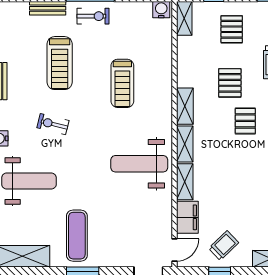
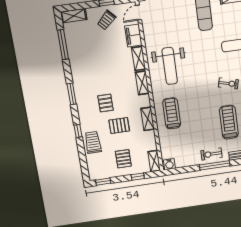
treadmill: (122, 83) -> (172, 113), moved
pallet: (230, 83) -> (119, 126), turned 90
shelving: (185, 106) -> (148, 119), moved
weight bench: (139, 164) -> (170, 66), turned 90

